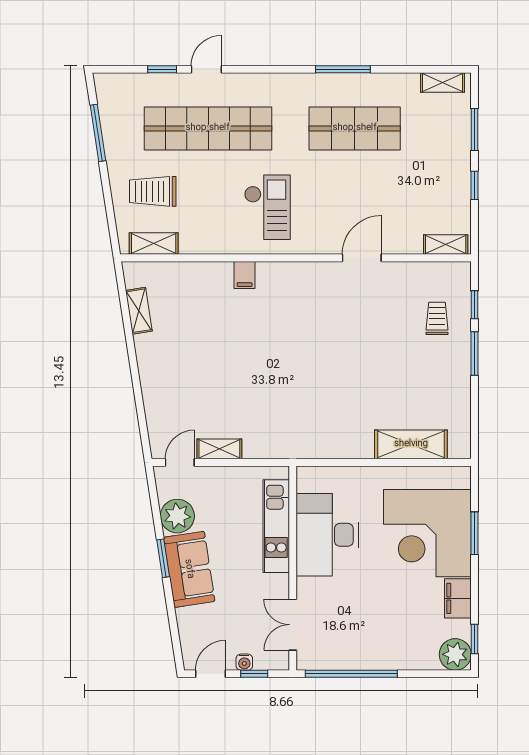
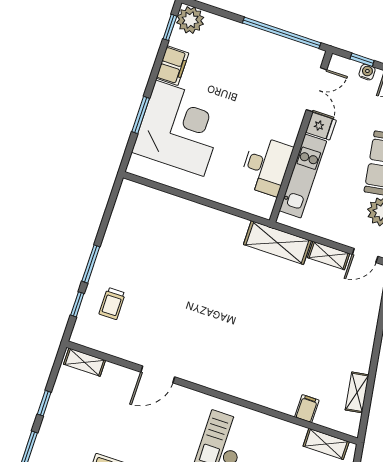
filing cabinet: (245, 275) -> (307, 409), moved
shelving: (411, 444) -> (277, 243), moved
desk: (327, 535) -> (266, 166), width x0.73, depth x0.77
fridge: (275, 587) -> (321, 126), added

